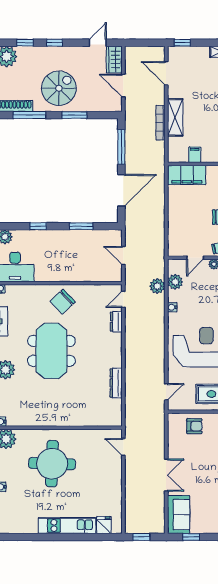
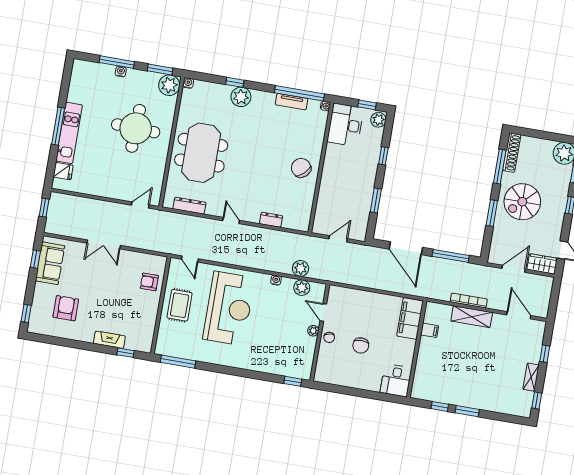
window: (182, 43) -> (545, 354), moved
door: (166, 73) -> (519, 315), hinge flipped
spiral stairs: (59, 88) -> (522, 202), turned 90
door: (123, 299) -> (231, 220), moved
meeting table: (51, 351) -> (201, 153), moved, turned 90
dresser: (116, 383) -> (189, 206), moved
armchair: (194, 426) -> (149, 282), turned 90
sofa: (179, 515) -> (50, 263), moved, turned -90
window: (62, 537) -> (58, 126), added

